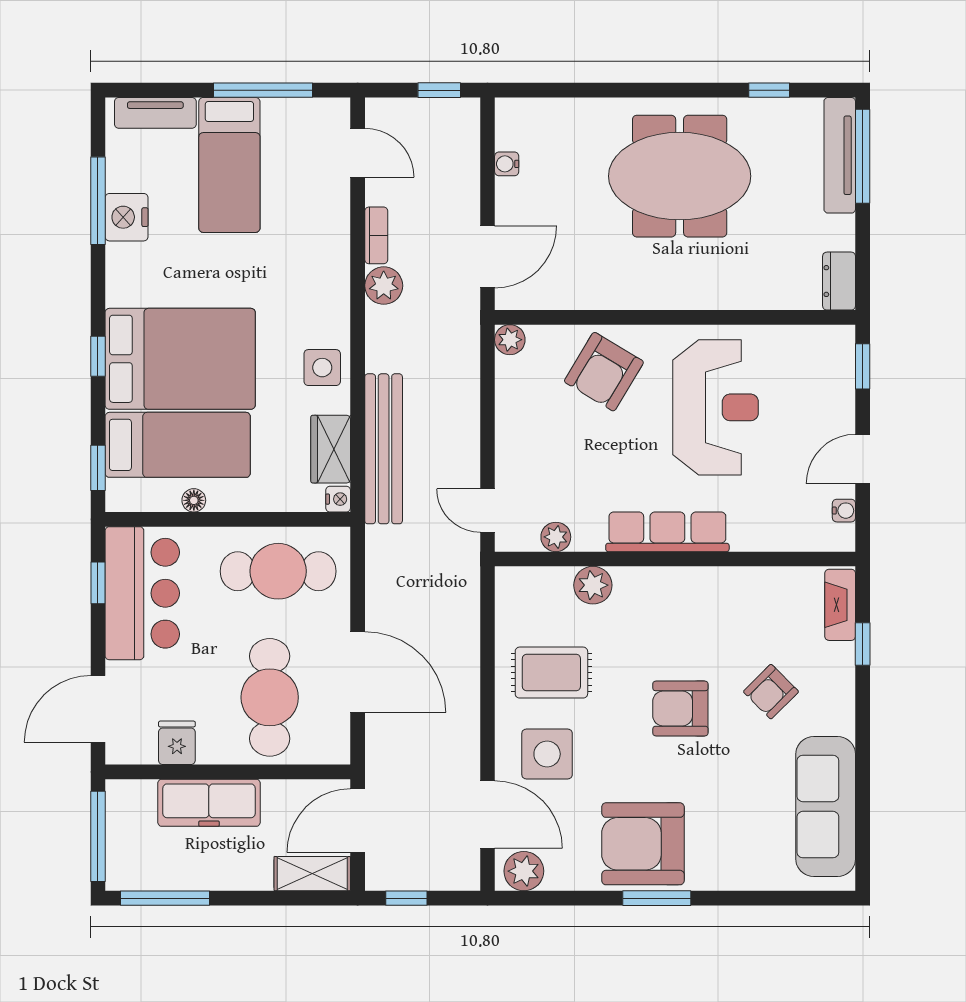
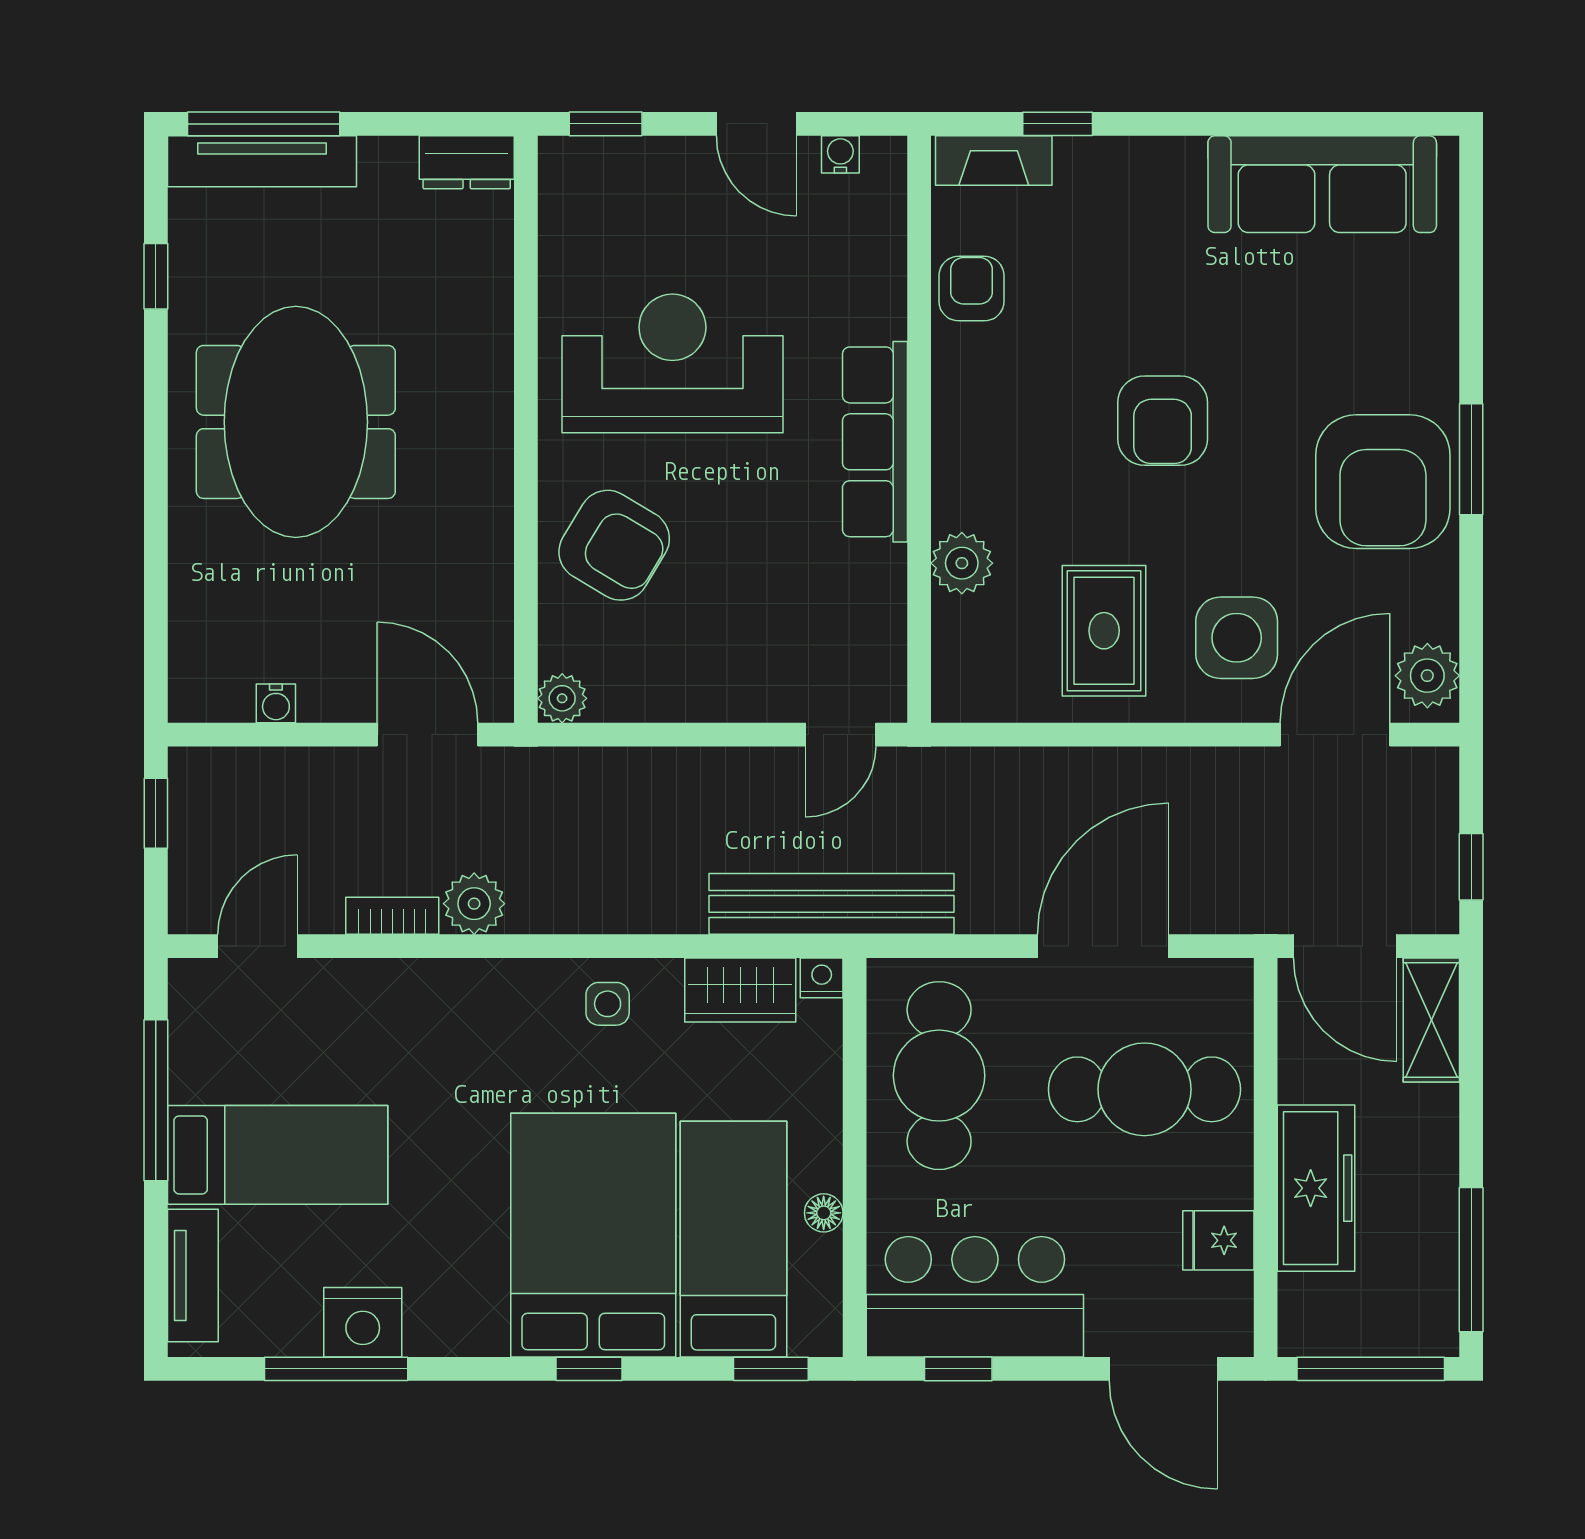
side table: (322, 368) -> (608, 1004), width x0.73, depth x0.73
bench: (384, 449) -> (831, 904), moved
plant: (556, 537) -> (883, 623), removed
armchair: (771, 692) -> (971, 289), moved, turned -135

